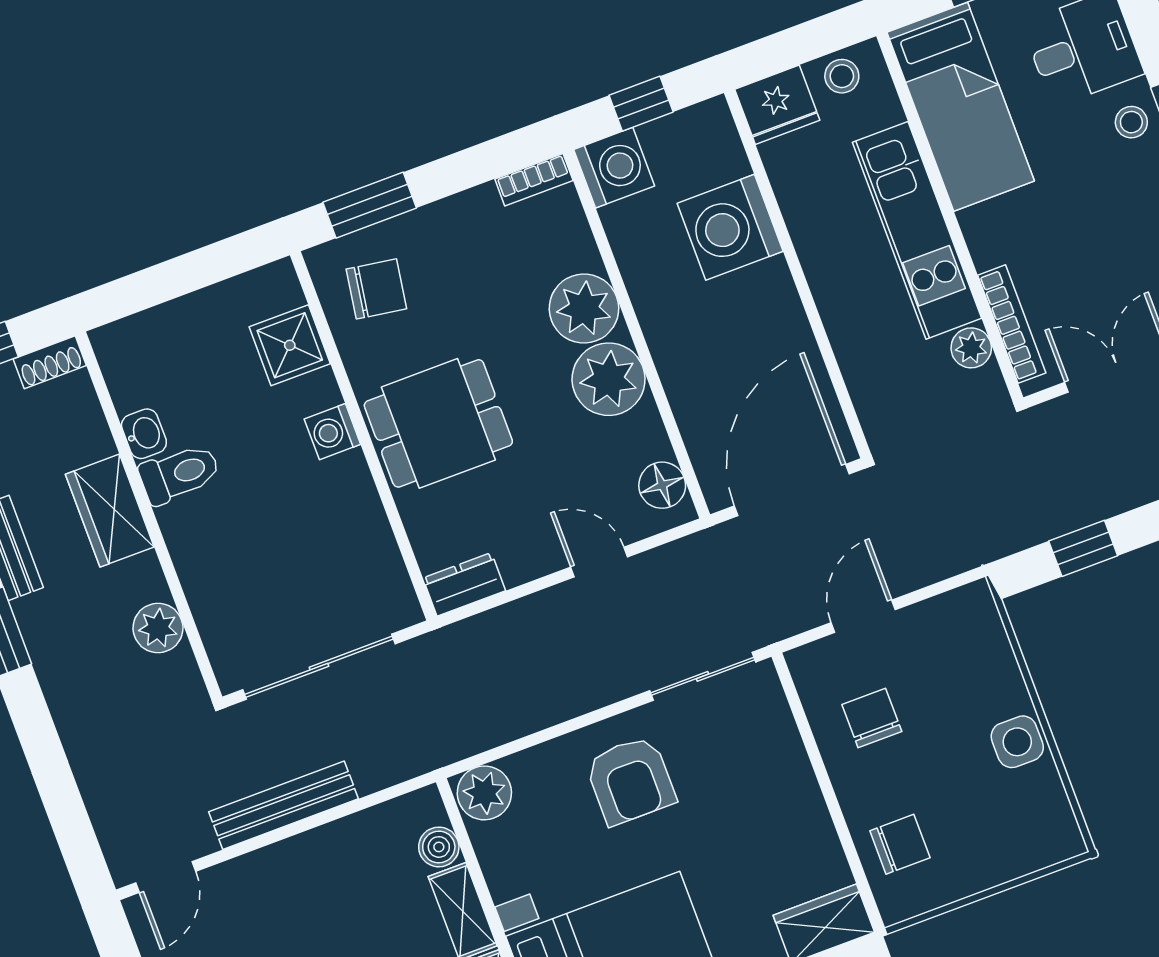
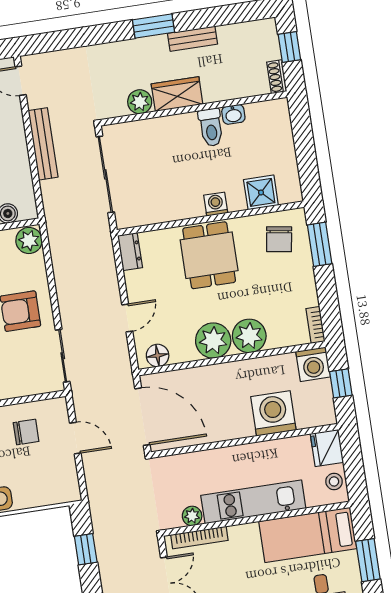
wardrobe: (110, 511) -> (177, 94), moved

